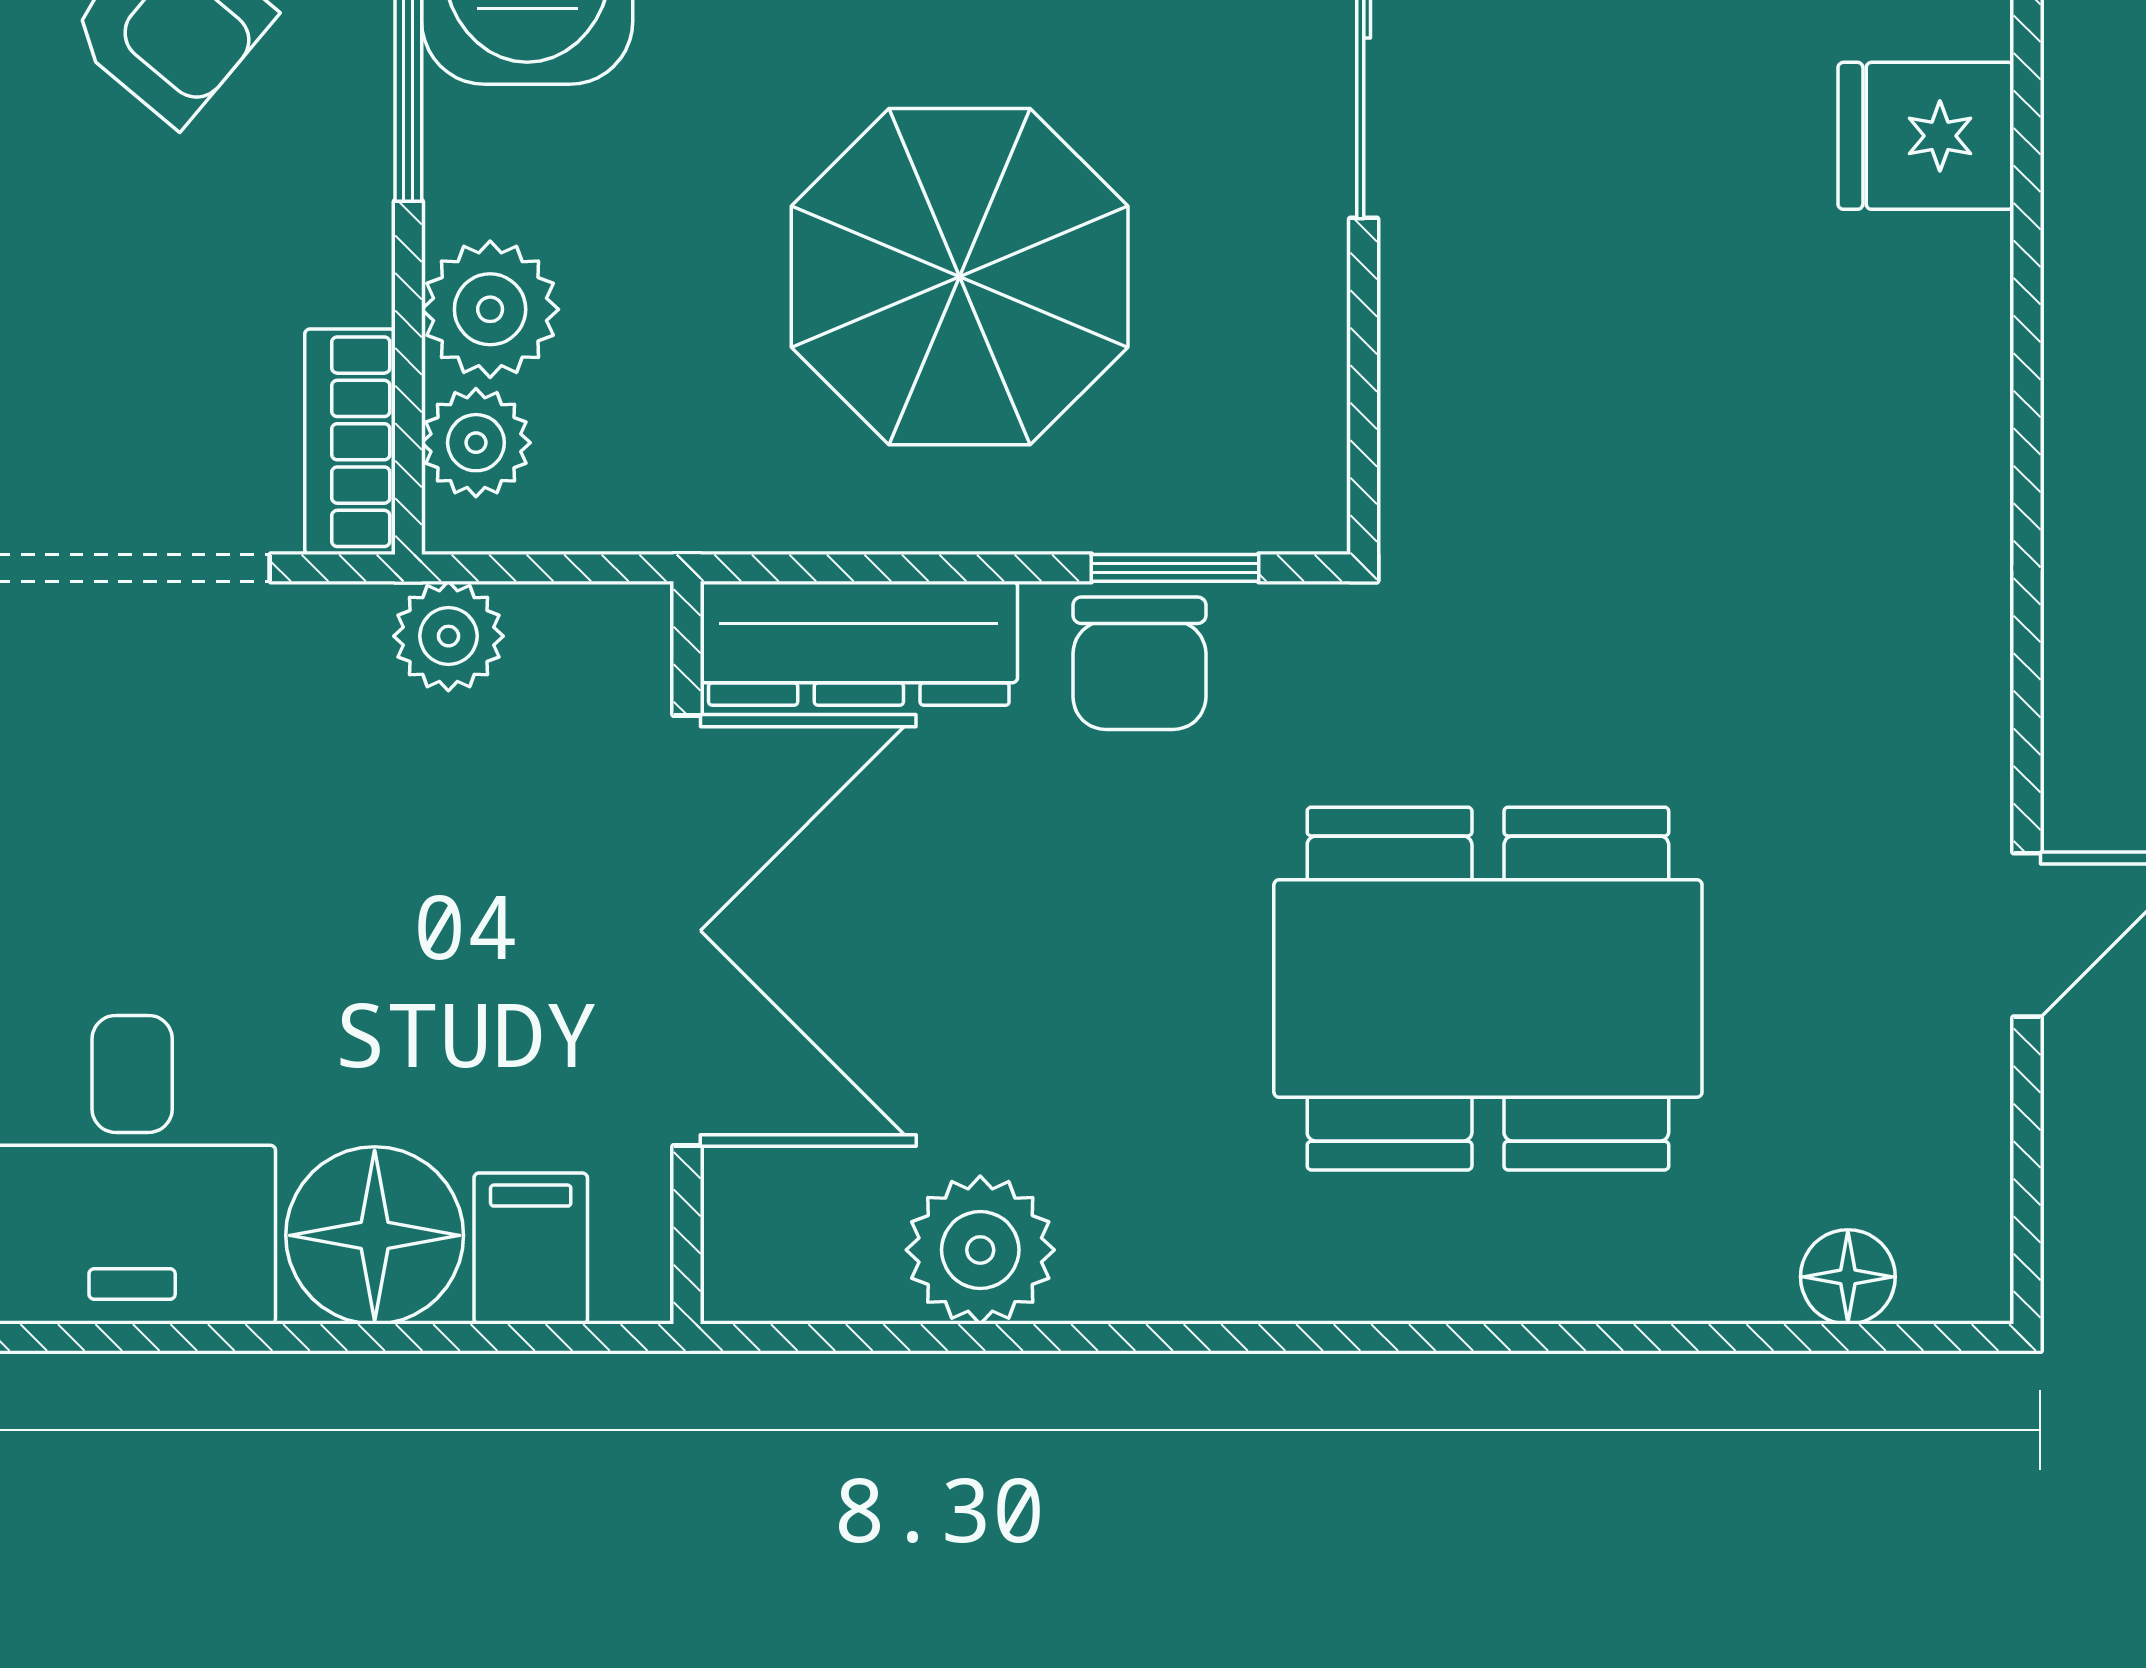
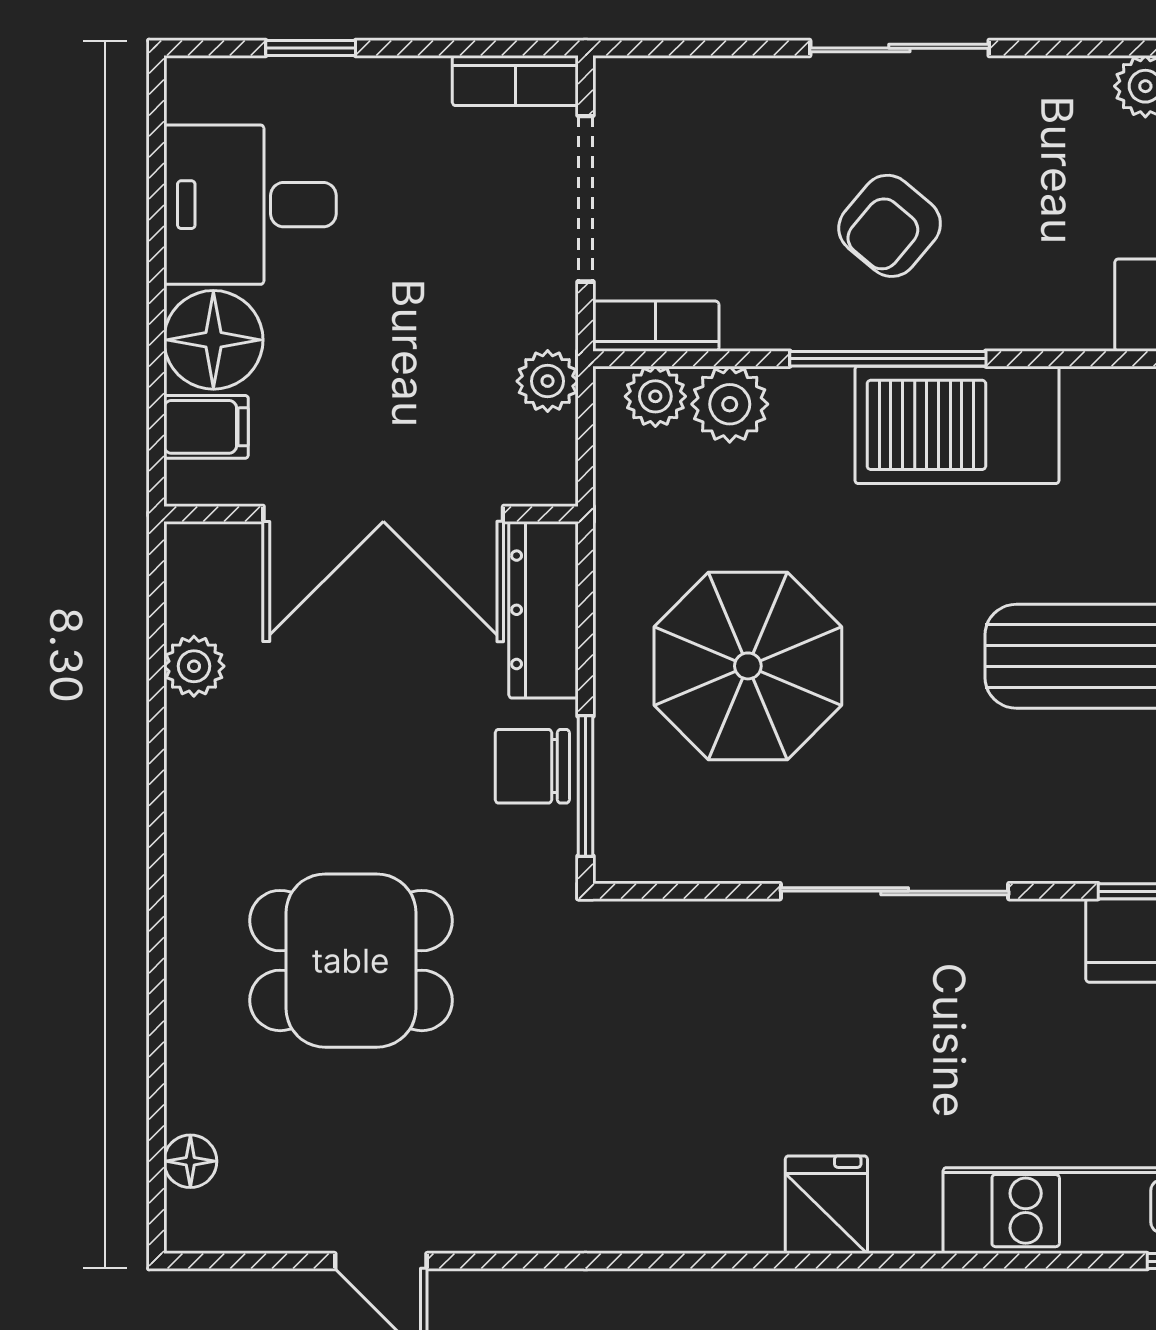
window: (1175, 568) -> (586, 786), width x1.50
dining table: (1488, 989) -> (351, 961), width x0.73
plant: (980, 1250) -> (194, 666), width x0.73, depth x0.73

